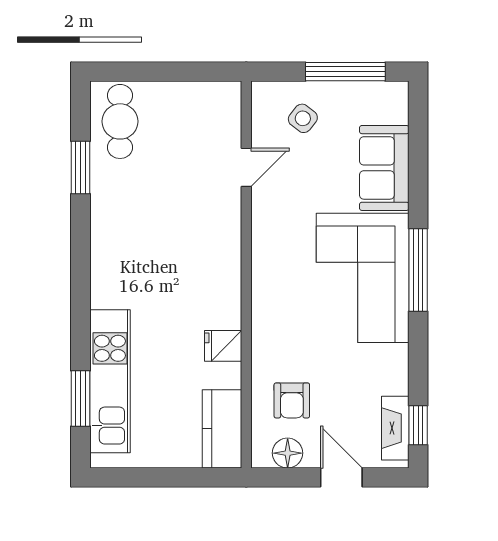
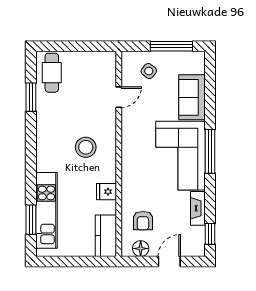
stool: (184, 262) -> (86, 147), added
fireplace: (395, 428) -> (198, 208), moved
door: (341, 477) -> (169, 261), hinge flipped

